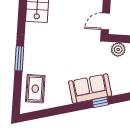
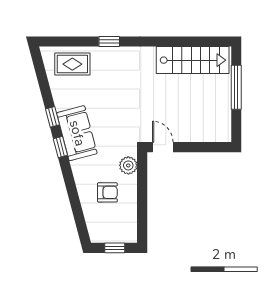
window: (19, 58) -> (109, 41), width x0.67
window: (76, 107) -> (52, 117), added

